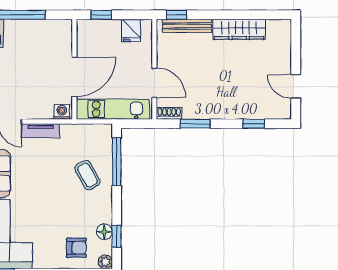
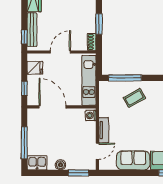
door: (74, 77) -> (52, 107), moved
door: (154, 83) -> (60, 52), moved

